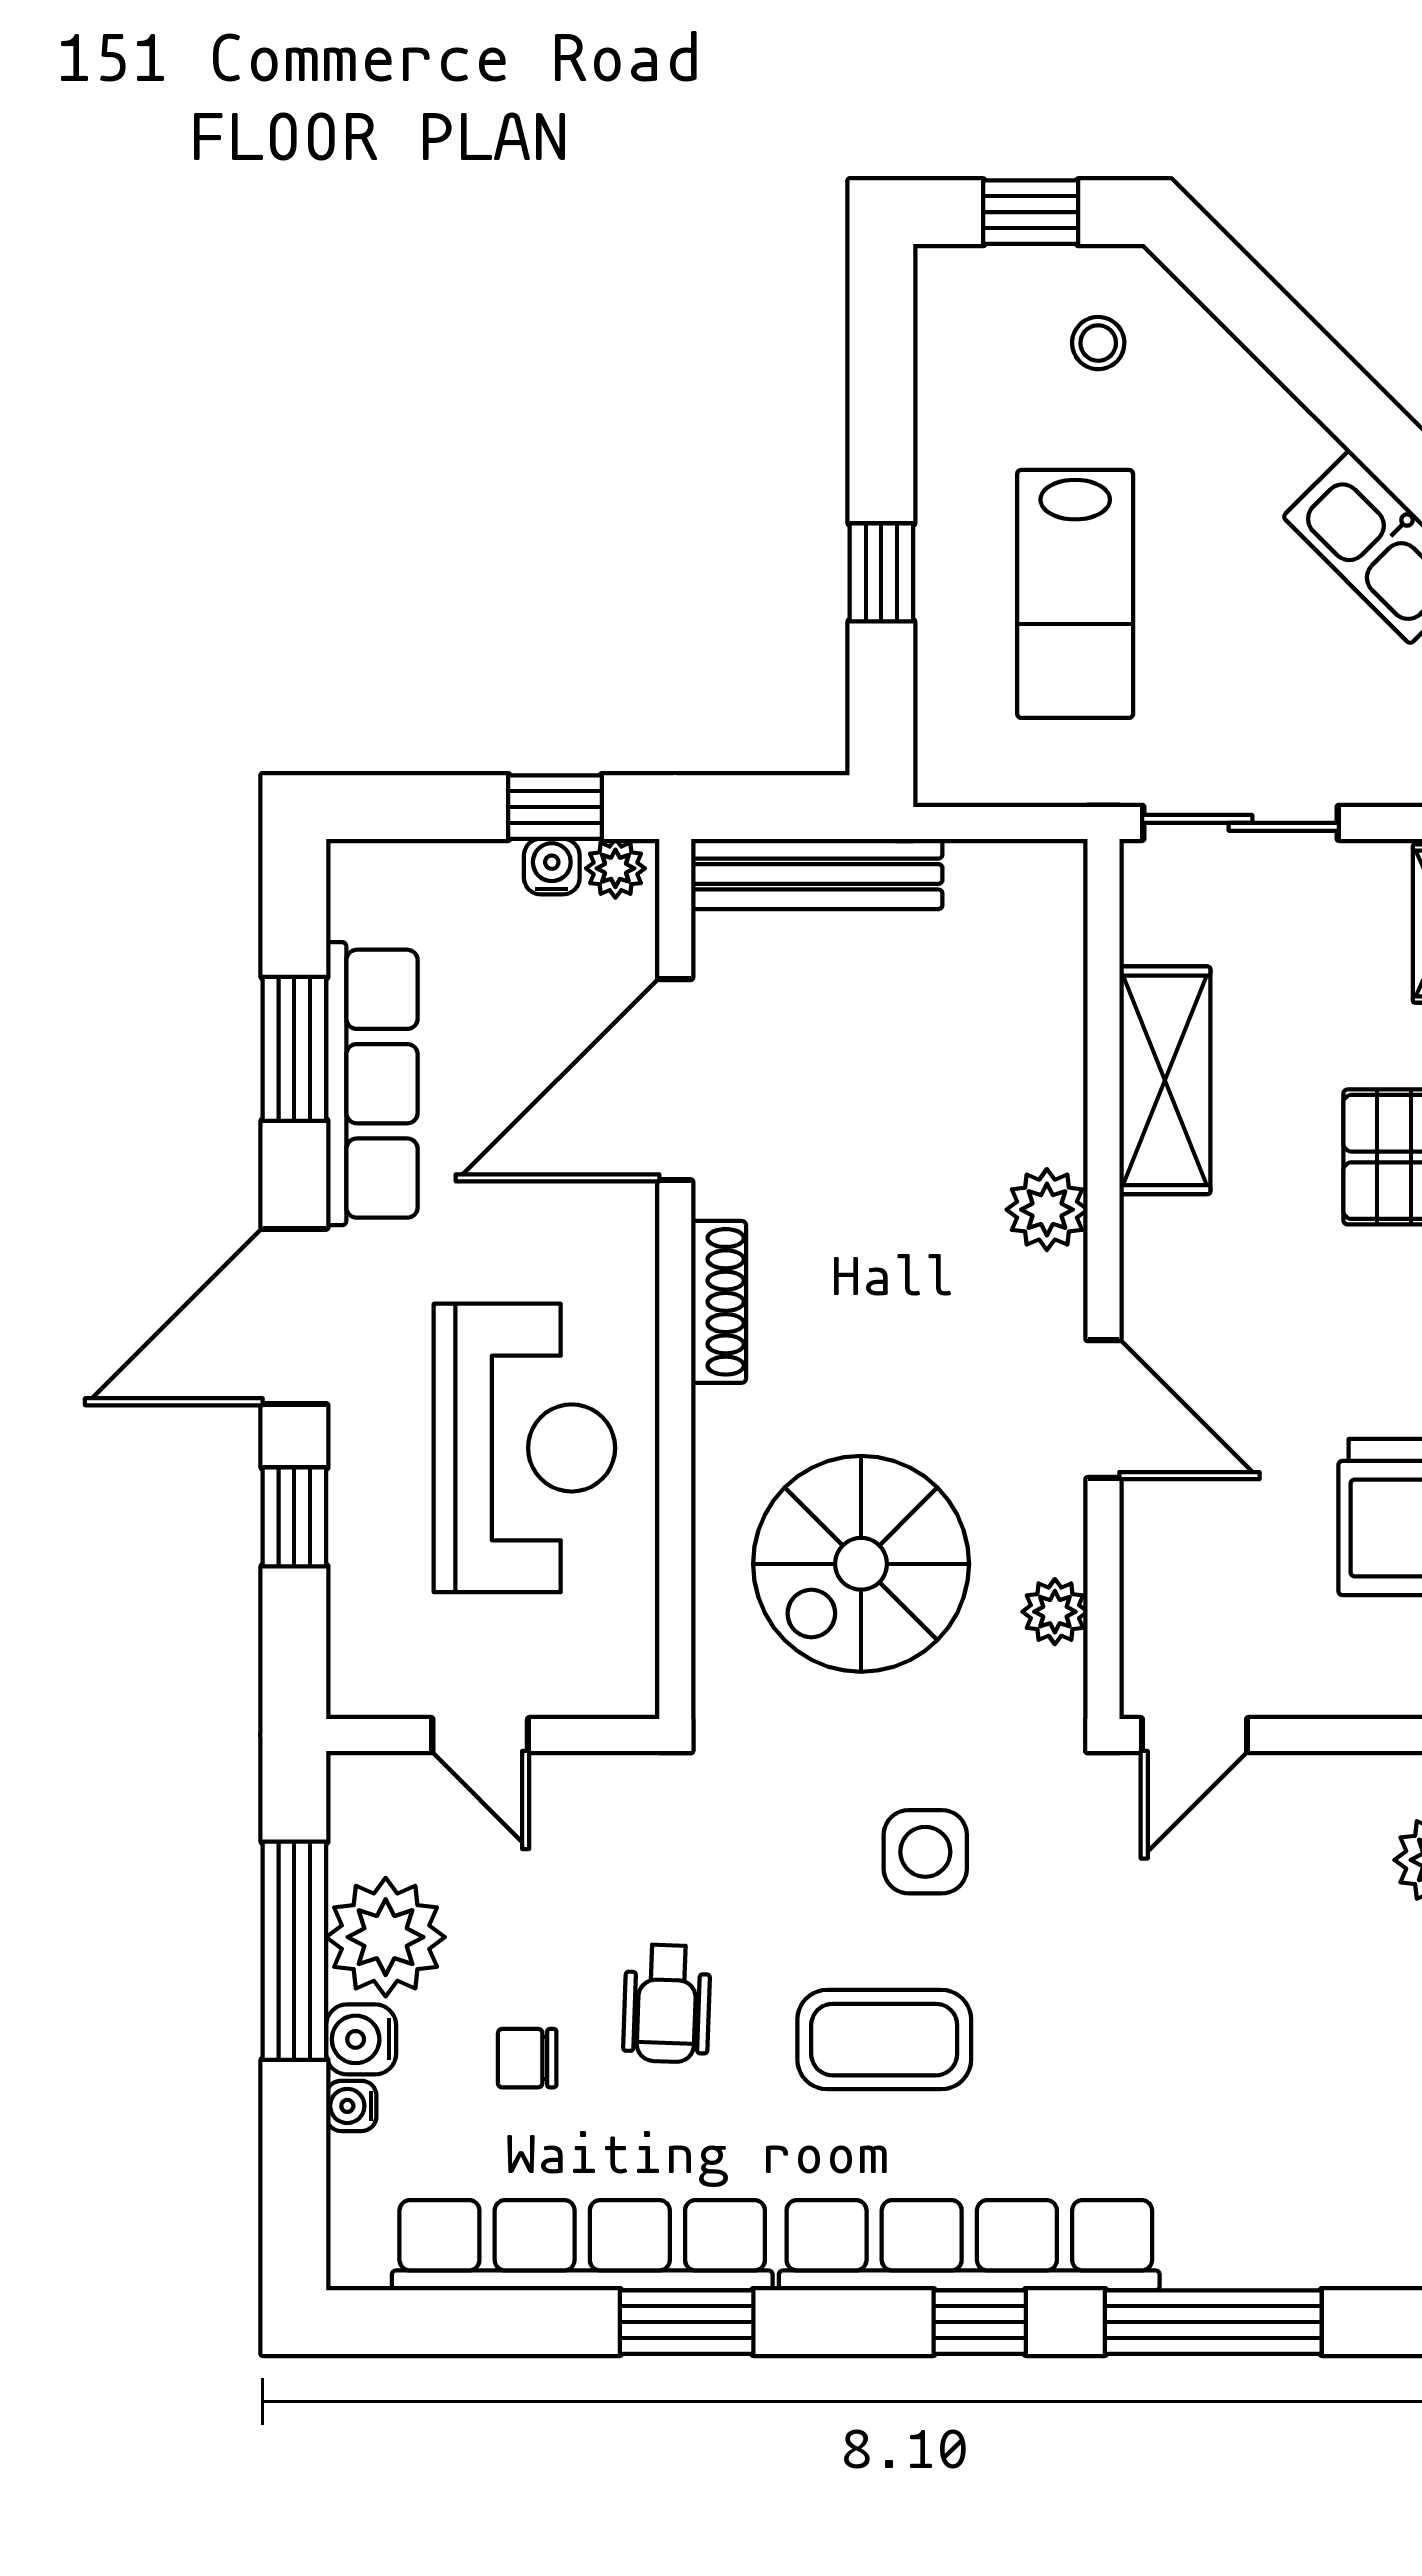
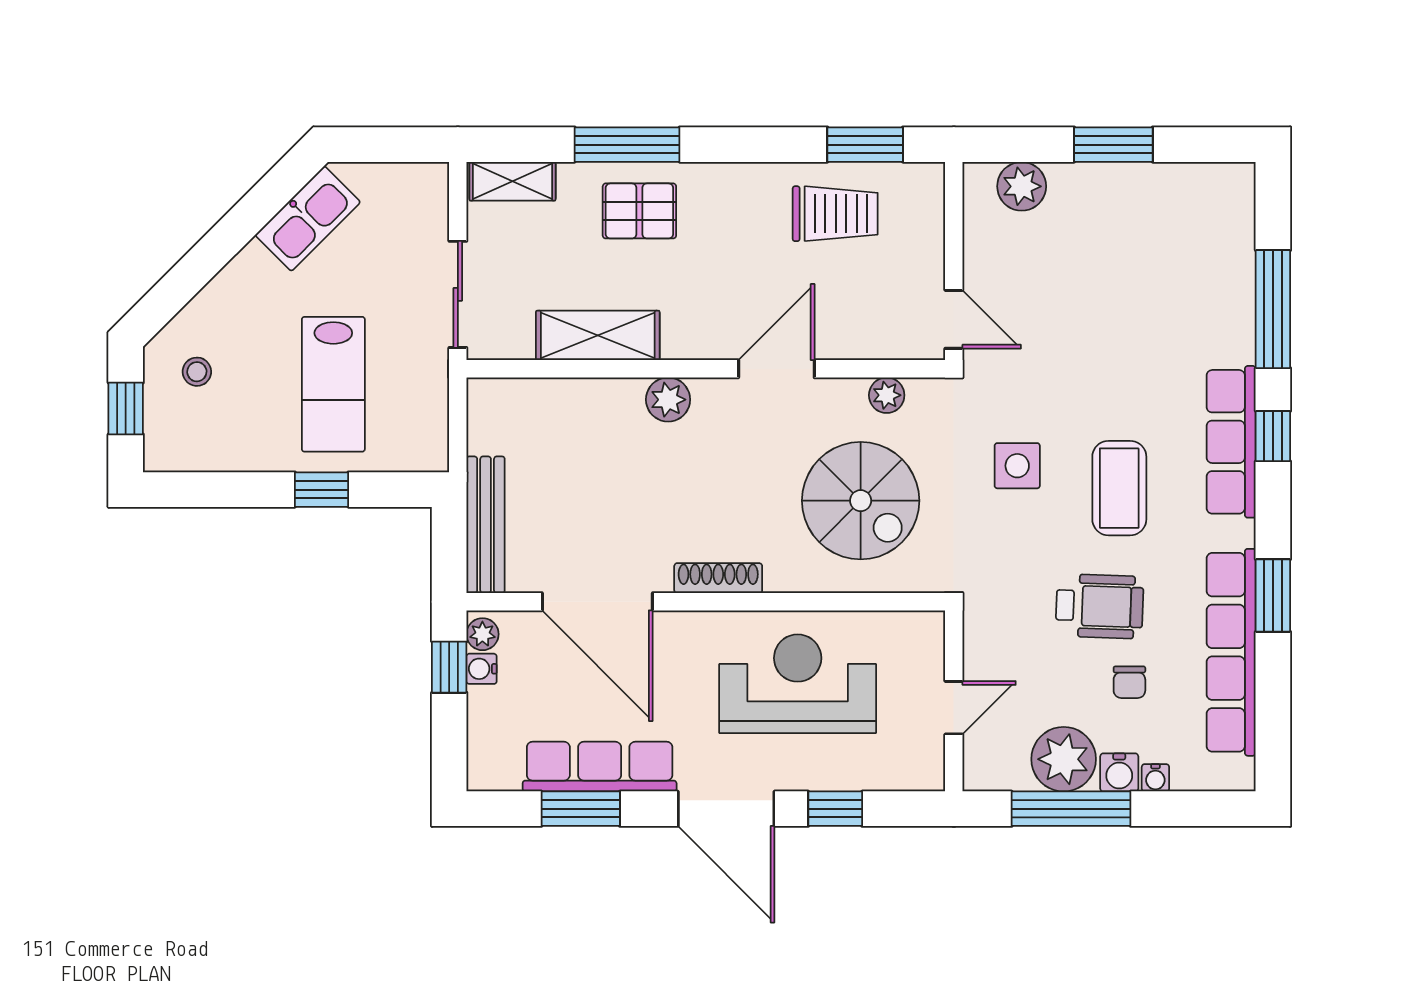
lab bench: (1075, 594) -> (333, 384), turned 90
wheelchair: (667, 2003) -> (1100, 606), width x1.36, depth x1.37
row of seats: (969, 2245) -> (1231, 442), width x0.73

